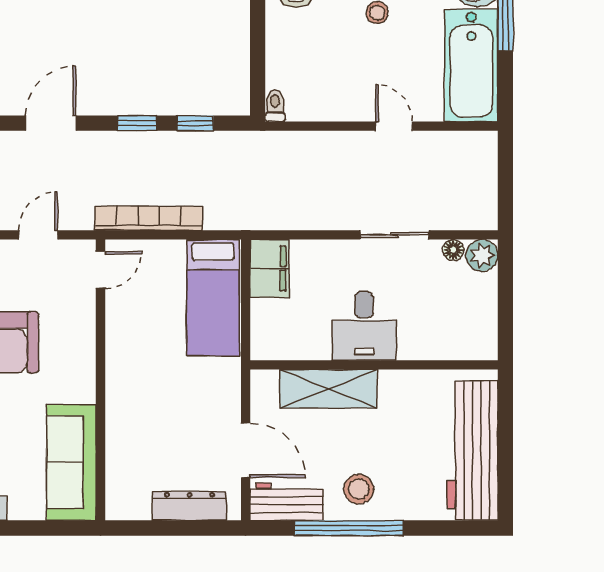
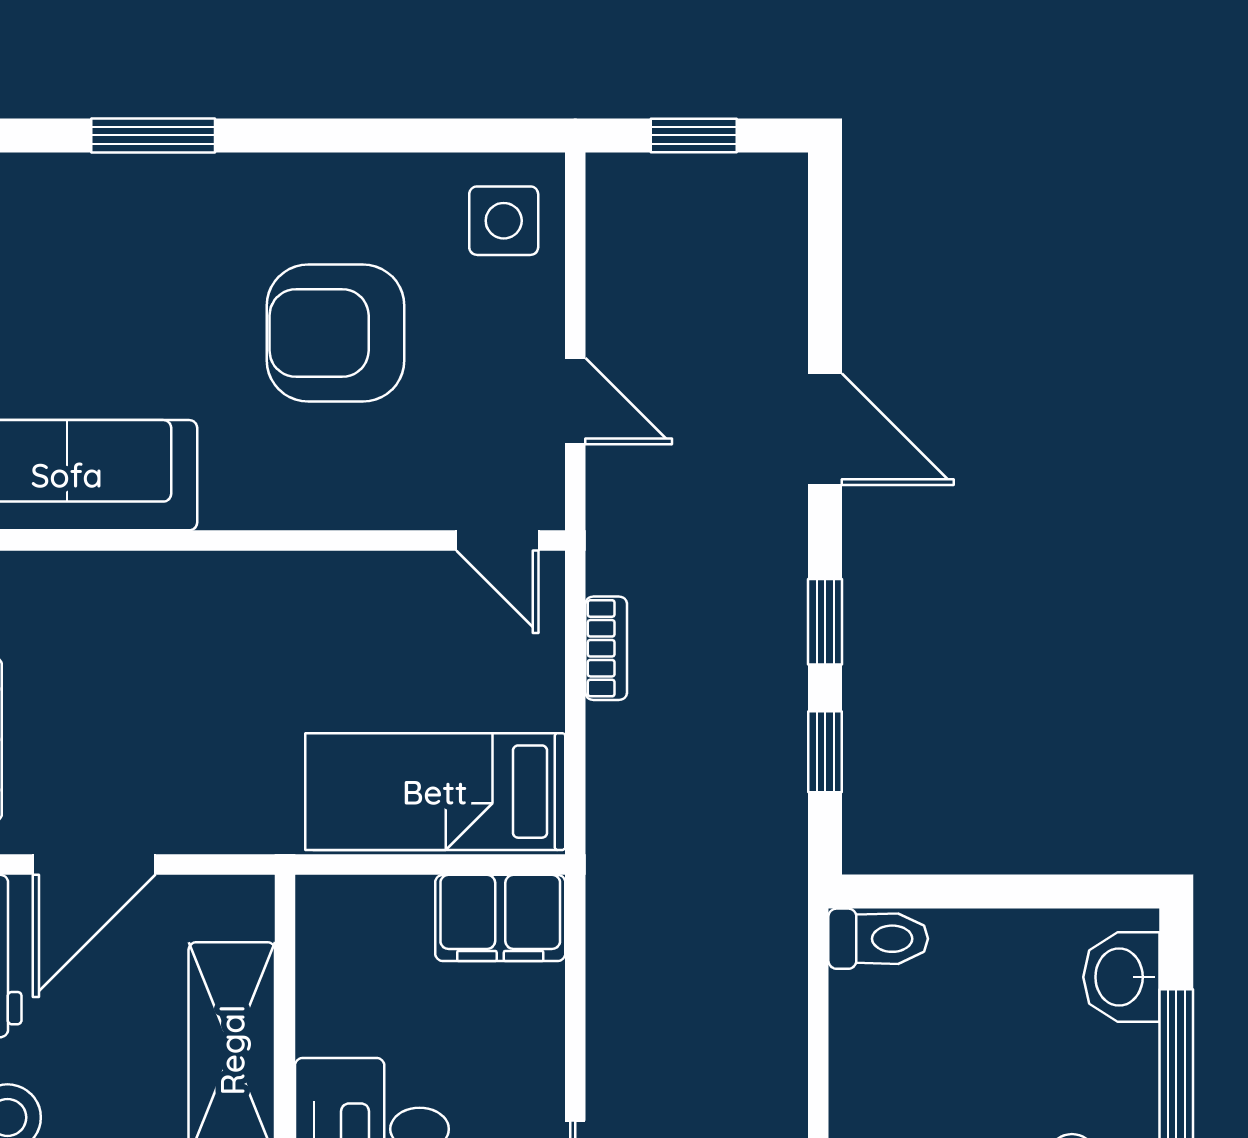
toilet: (275, 106) -> (878, 939), width x1.37, depth x1.39
bookcase: (149, 218) -> (606, 648), width x0.43, depth x0.76

